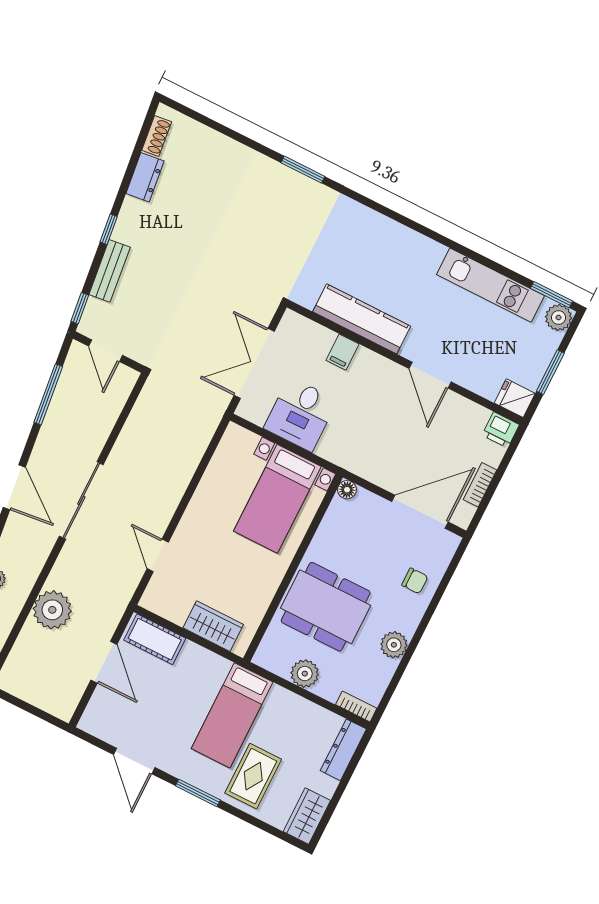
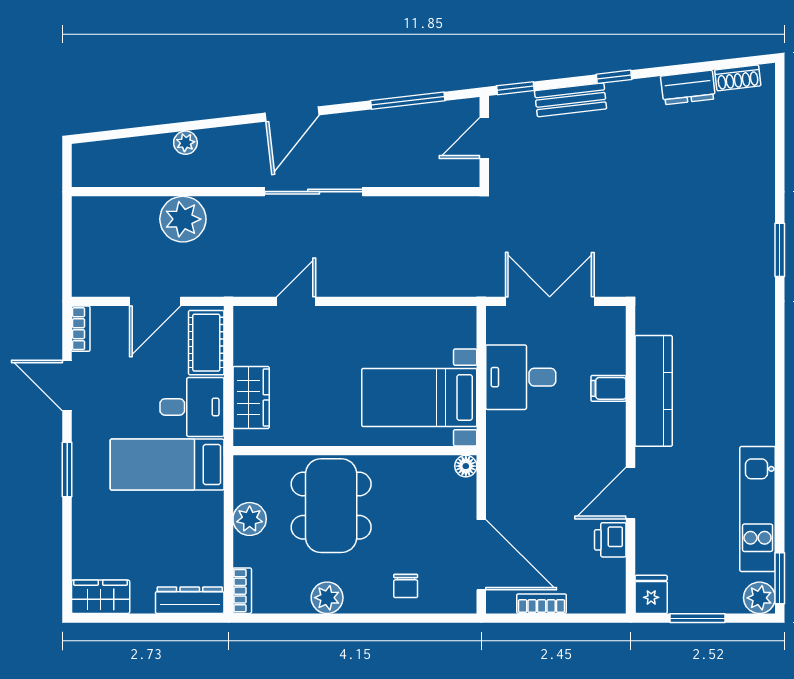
printer: (501, 430) -> (610, 540), moved
desk: (198, 674) -> (192, 407), added
bookcase: (96, 729) -> (81, 329), added
door: (134, 761) -> (67, 386), hinge flipped
rug: (253, 776) -> (114, 519), removed

